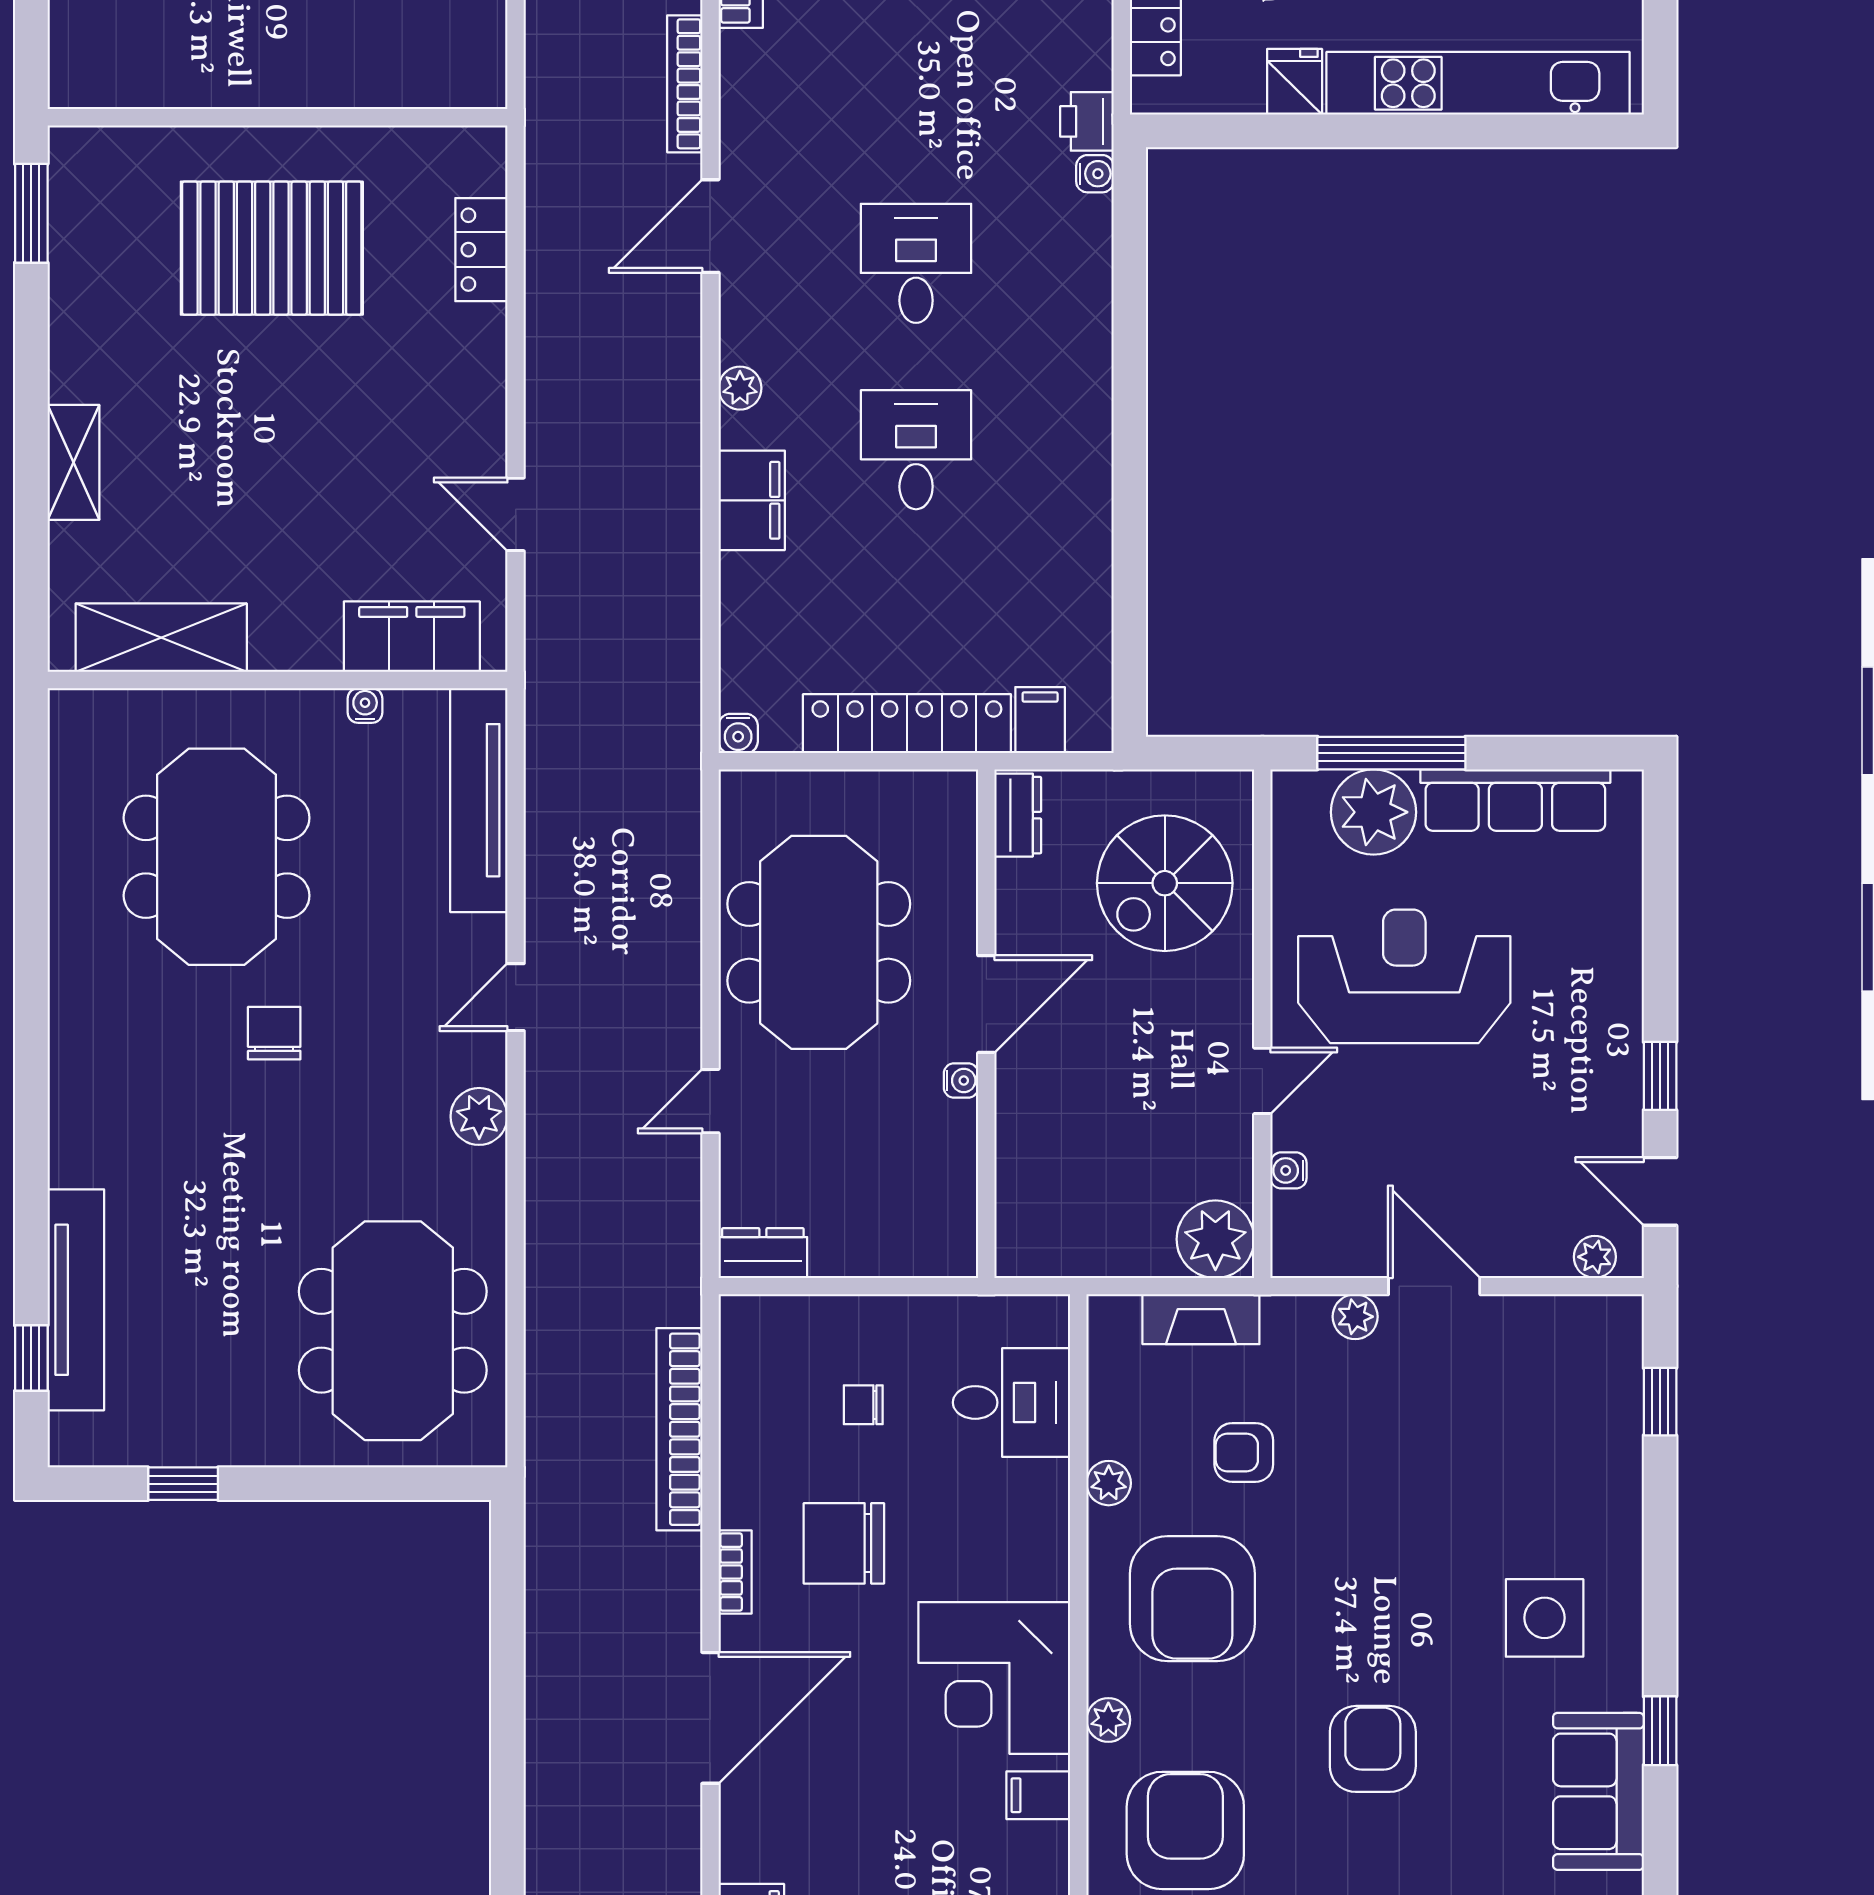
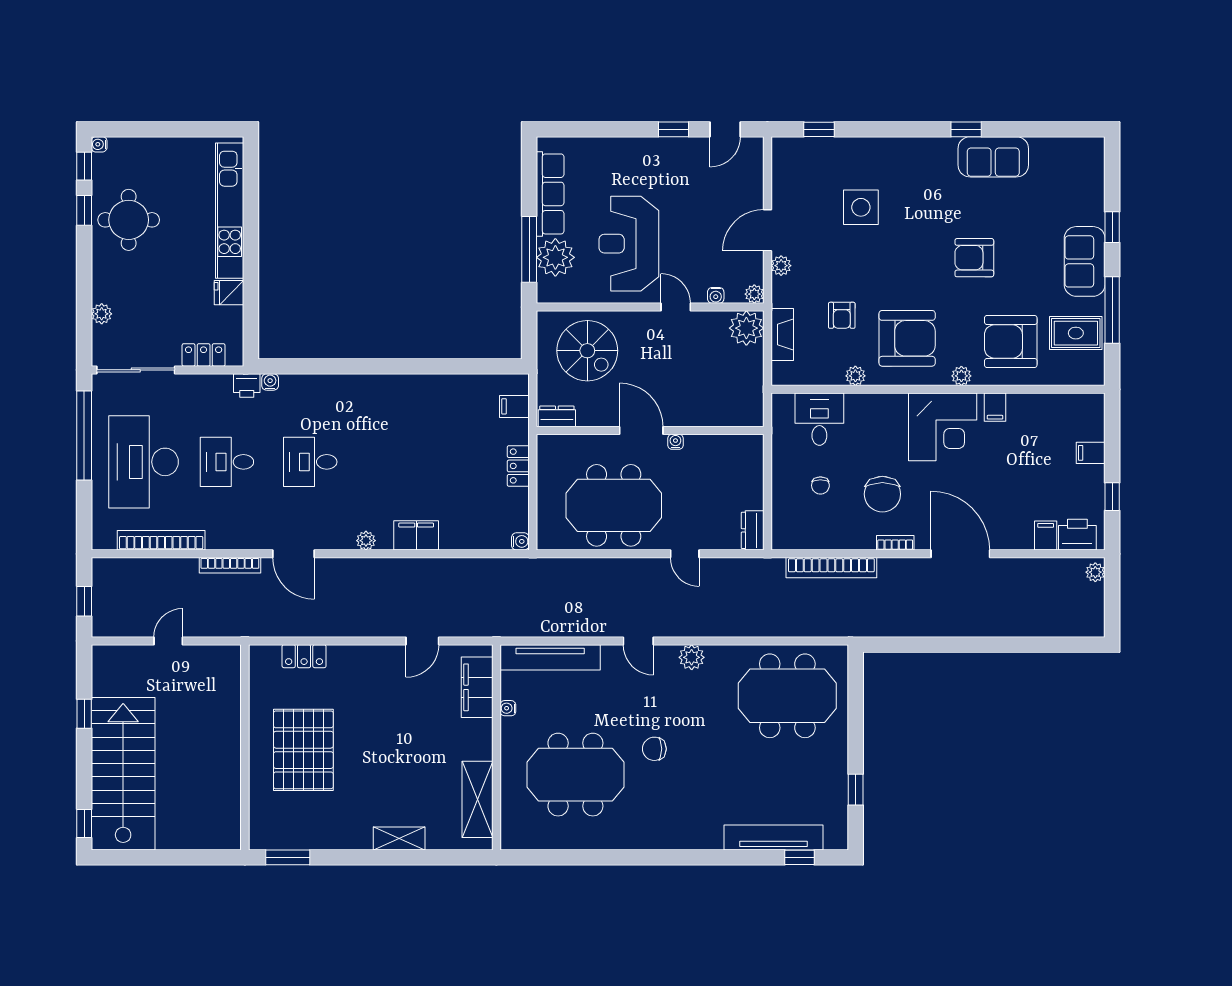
desk: (916, 450) -> (227, 462), moved
locker: (907, 724) -> (518, 466), width x0.46, depth x0.83
plant: (1595, 1257) -> (754, 294), moved
side table: (1545, 1618) -> (861, 207), moved

